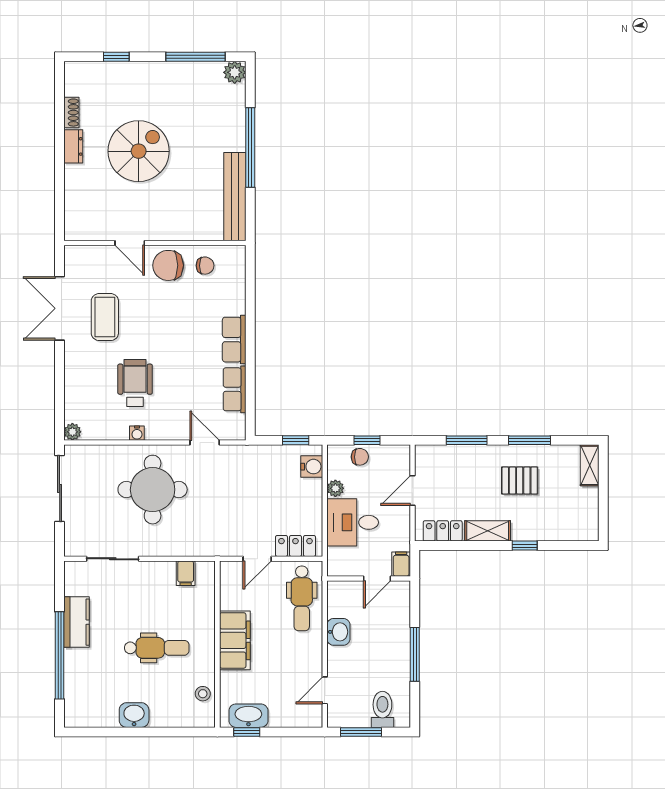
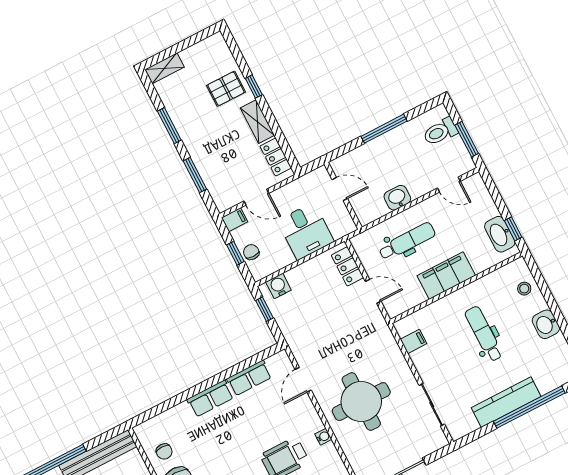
chair: (205, 266) -> (164, 451), turned 180
pallet: (520, 480) -> (226, 89), moved, turned 90
plant: (335, 488) -> (286, 258), removed
filing cabinet: (401, 564) -> (235, 220), moved, turned 180
dental chair: (302, 598) -> (407, 241), moved
kitchen counter: (77, 622) -> (506, 402), width x1.50
stool: (203, 694) -> (524, 289), moved

